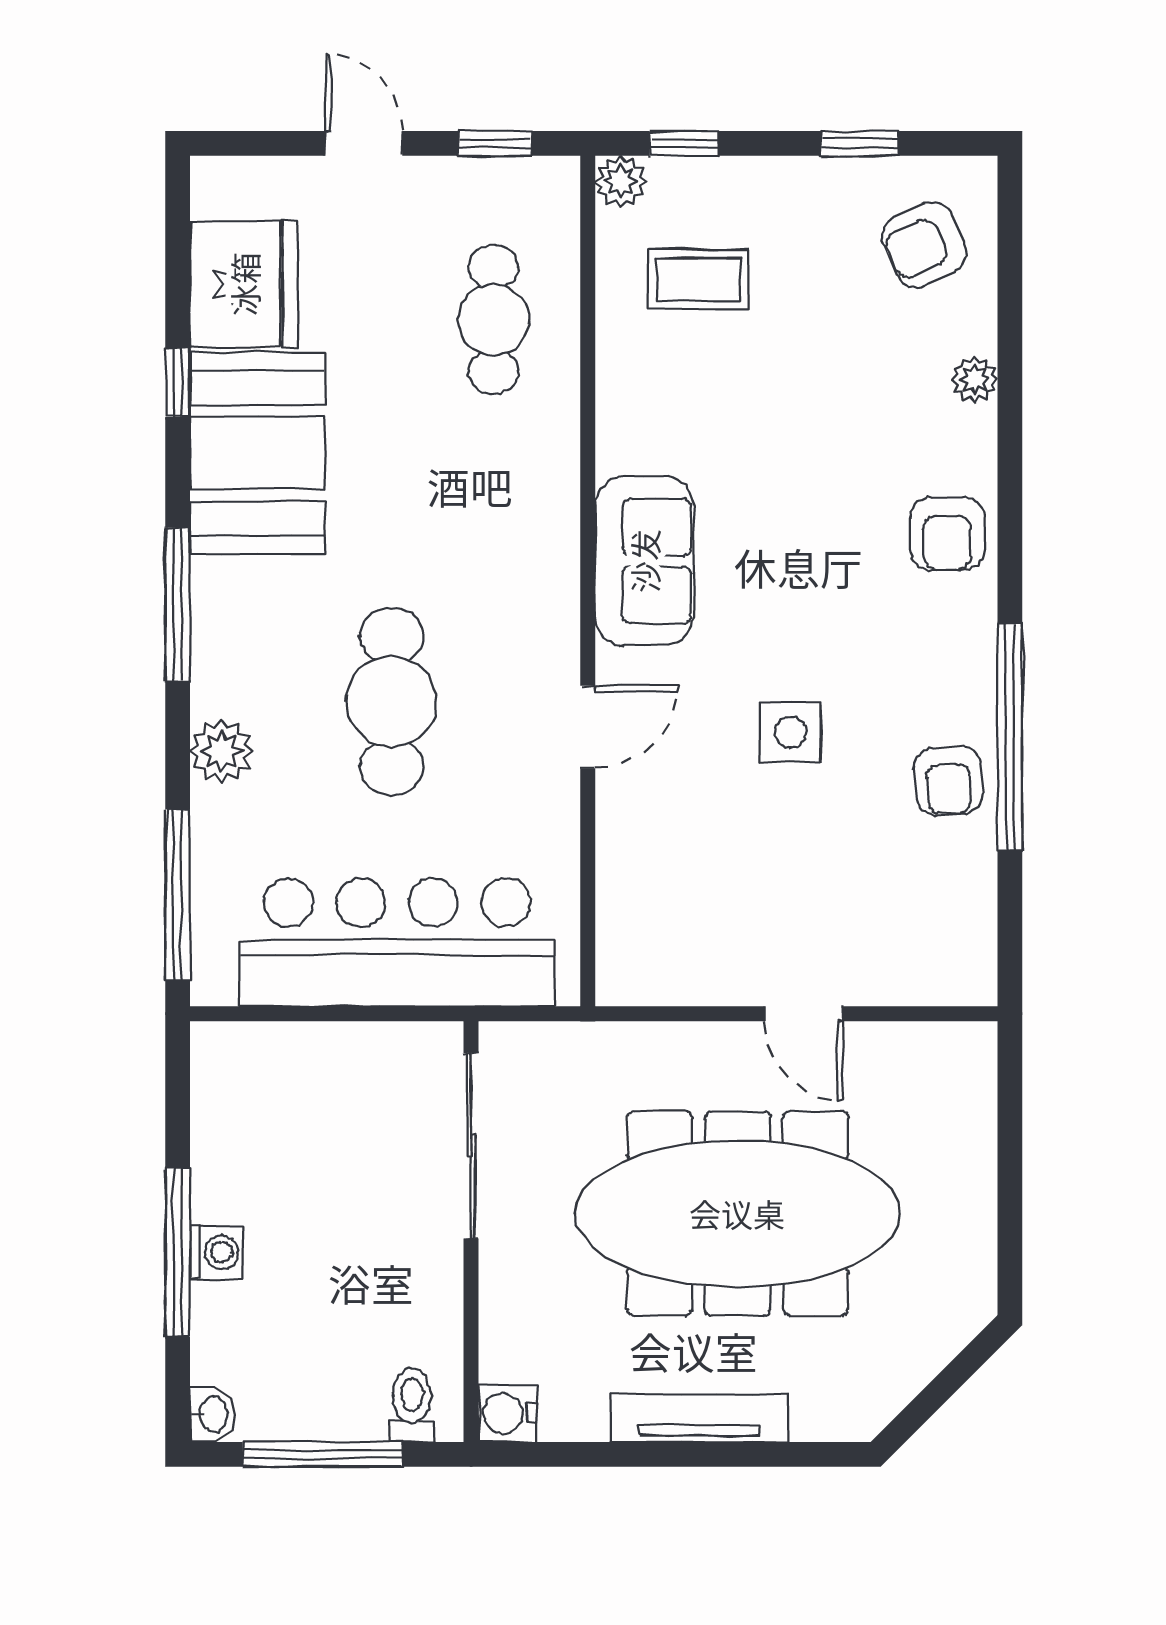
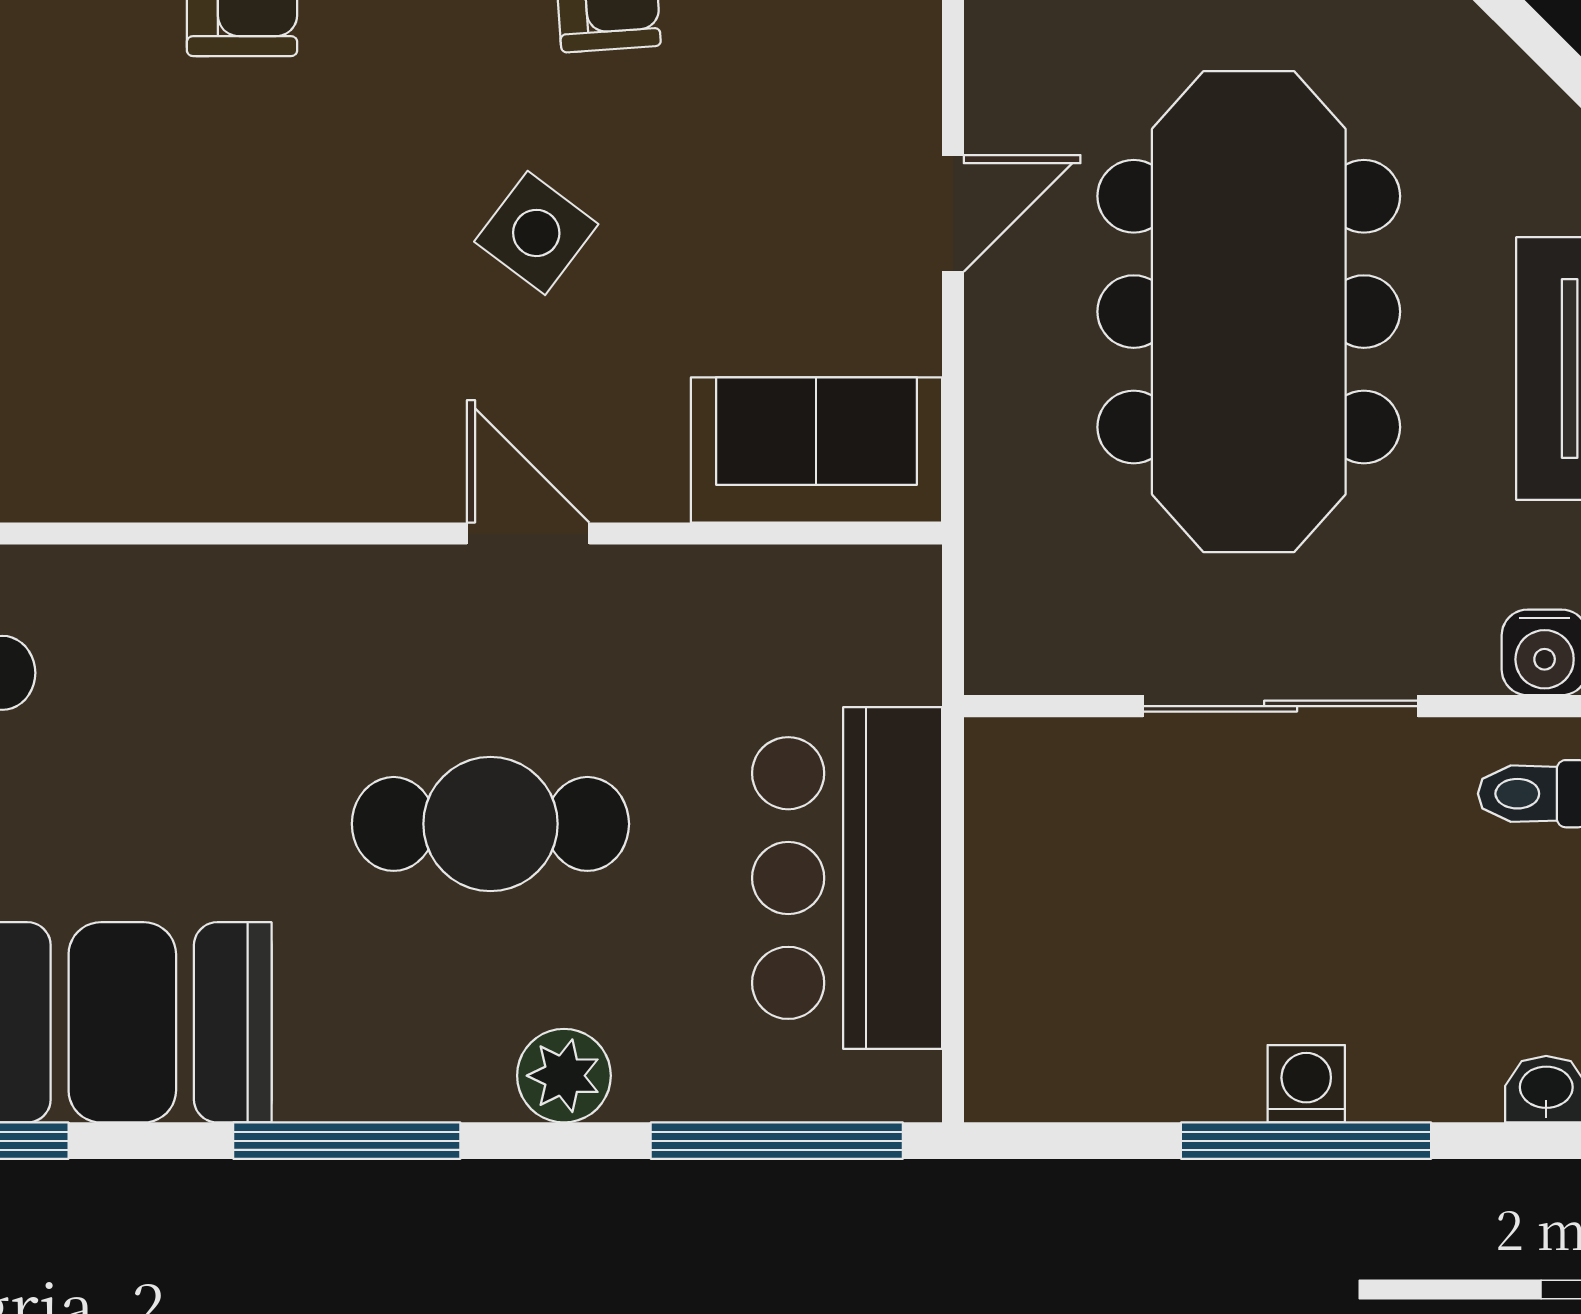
sofa: (644, 561) -> (816, 450), moved
side table: (791, 732) -> (536, 233), turned 37
bar counter: (397, 942) -> (847, 878), width x0.73
sliding door: (471, 1146) -> (1281, 706), moved

